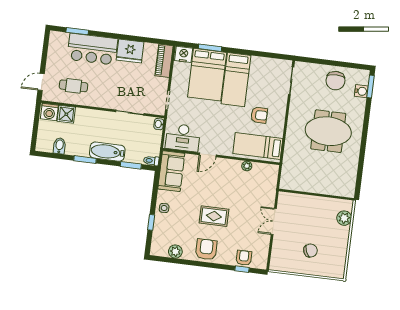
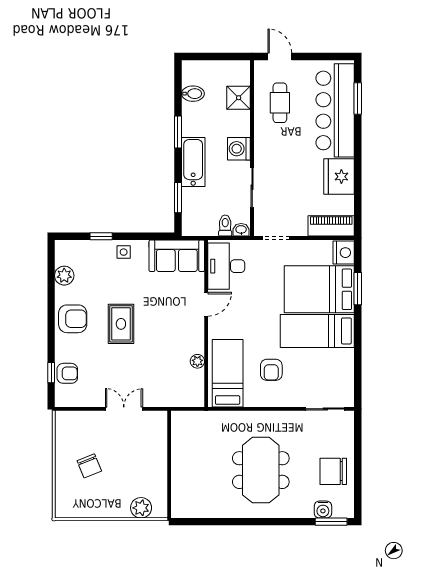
bar counter: (92, 49) -> (335, 110), width x1.36
washing machine: (49, 112) -> (239, 149), moved
door: (208, 155) -> (206, 304), swing flipped
toilet: (151, 161) -> (225, 226), moved

